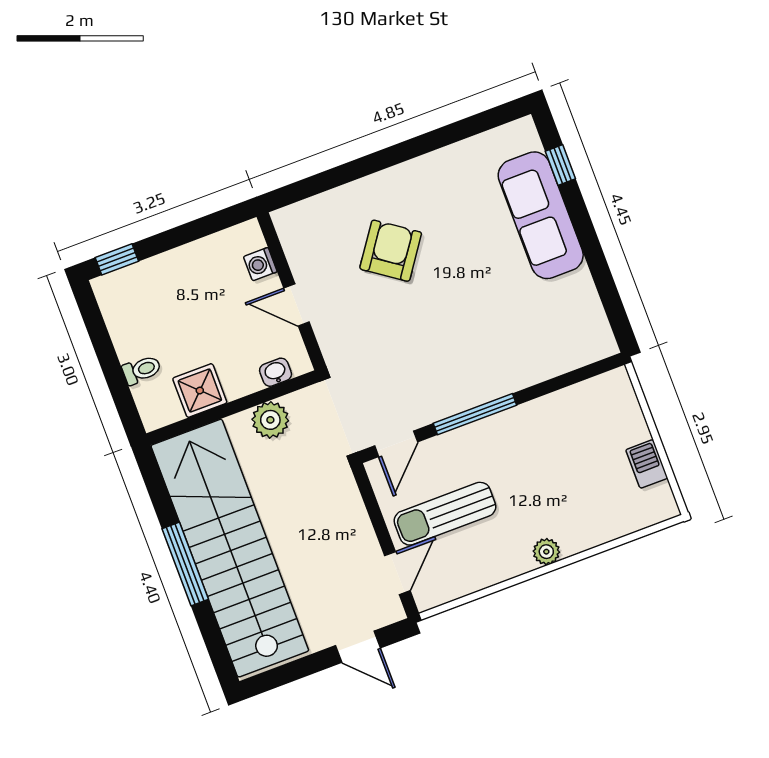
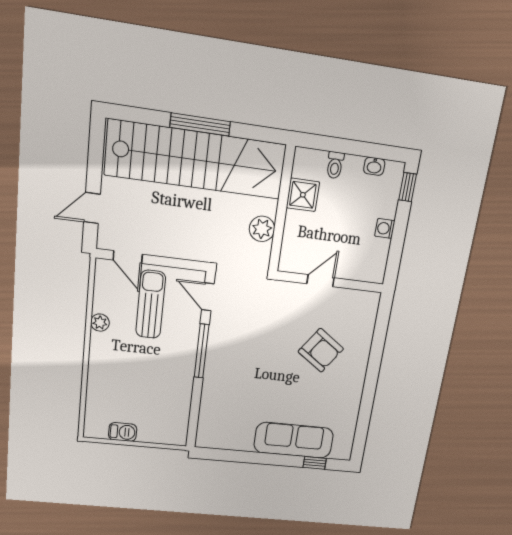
washing machine: (260, 264) -> (385, 228), moved, turned -90
washbasin: (276, 372) -> (374, 166), moved, turned 90
plant: (546, 552) -> (100, 323), moved

